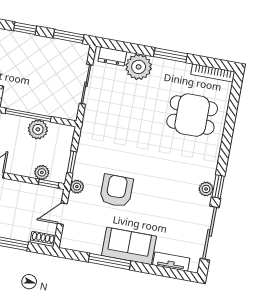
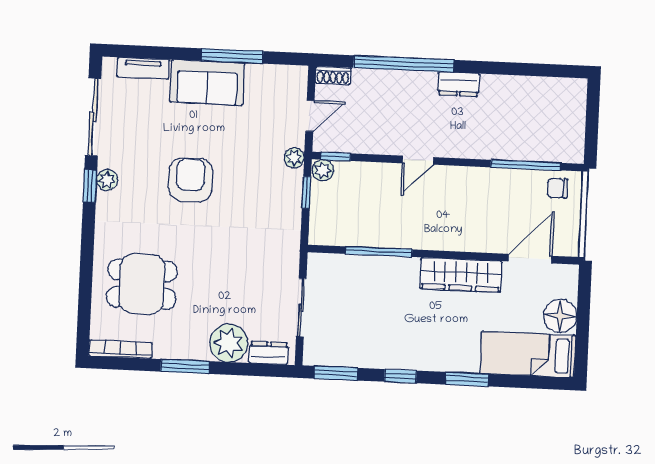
plant: (38, 129) -> (362, 233), removed
plant: (42, 172) -> (323, 170), moved
armchair: (116, 191) -> (191, 180), moved, turned 180

